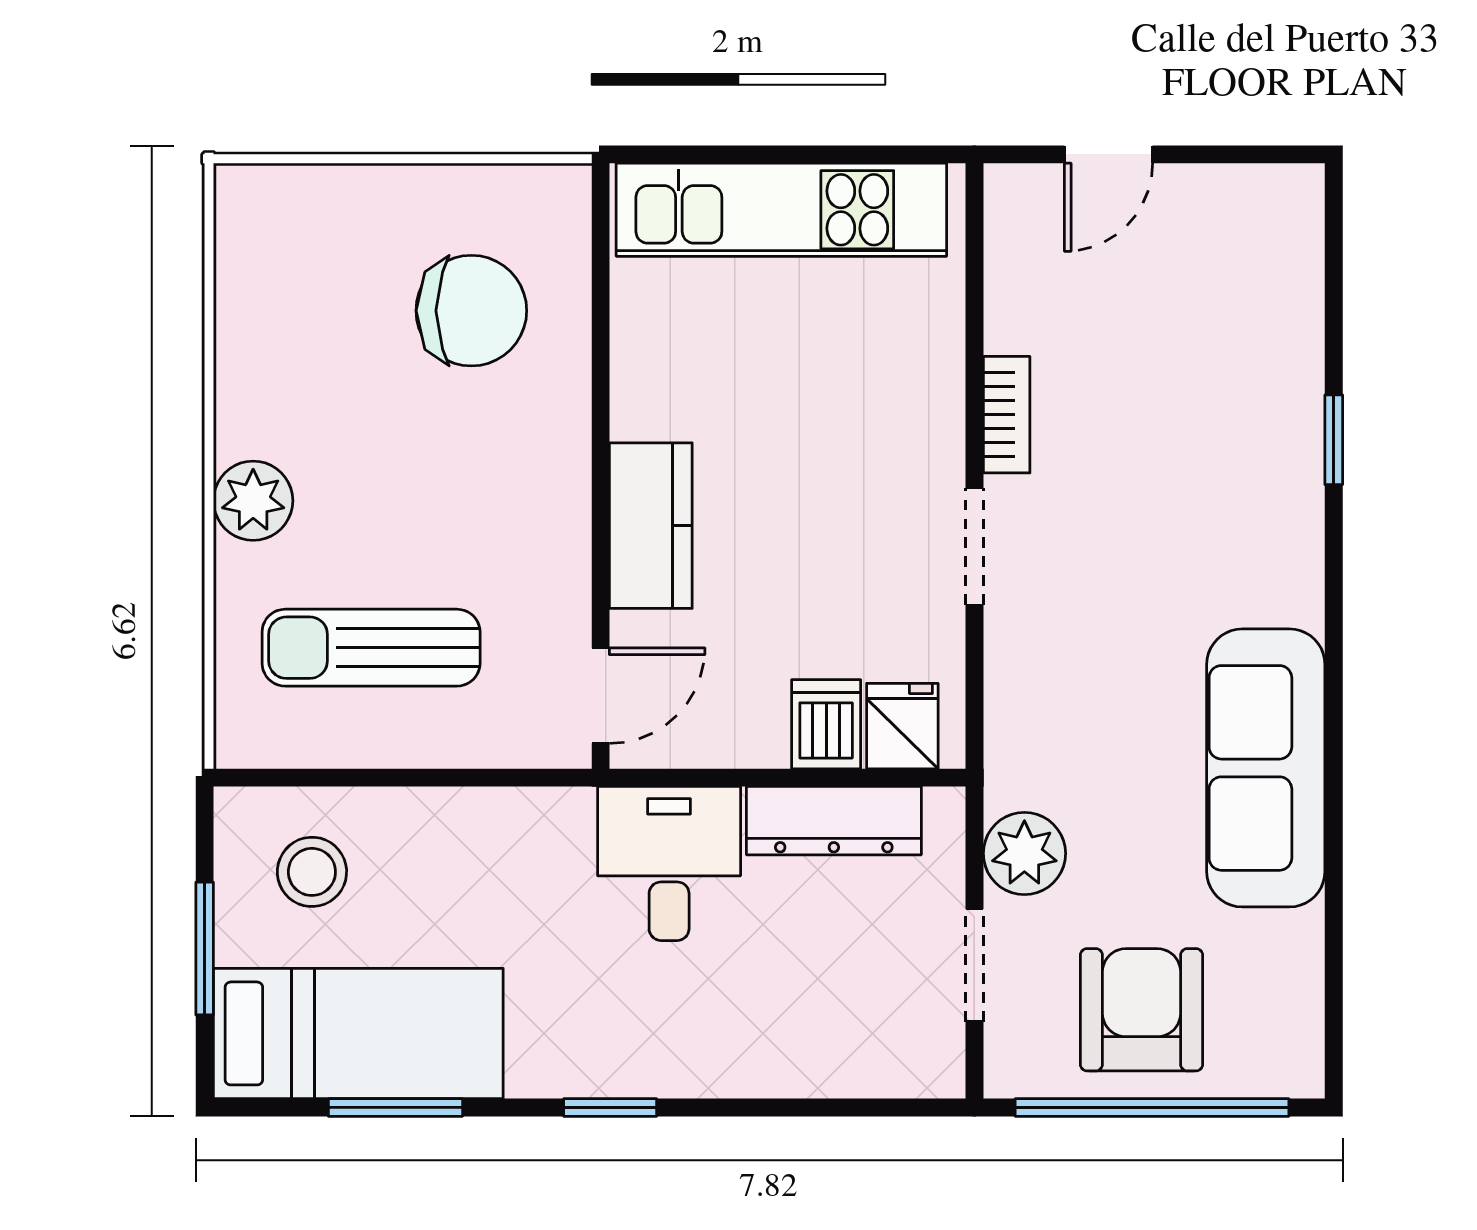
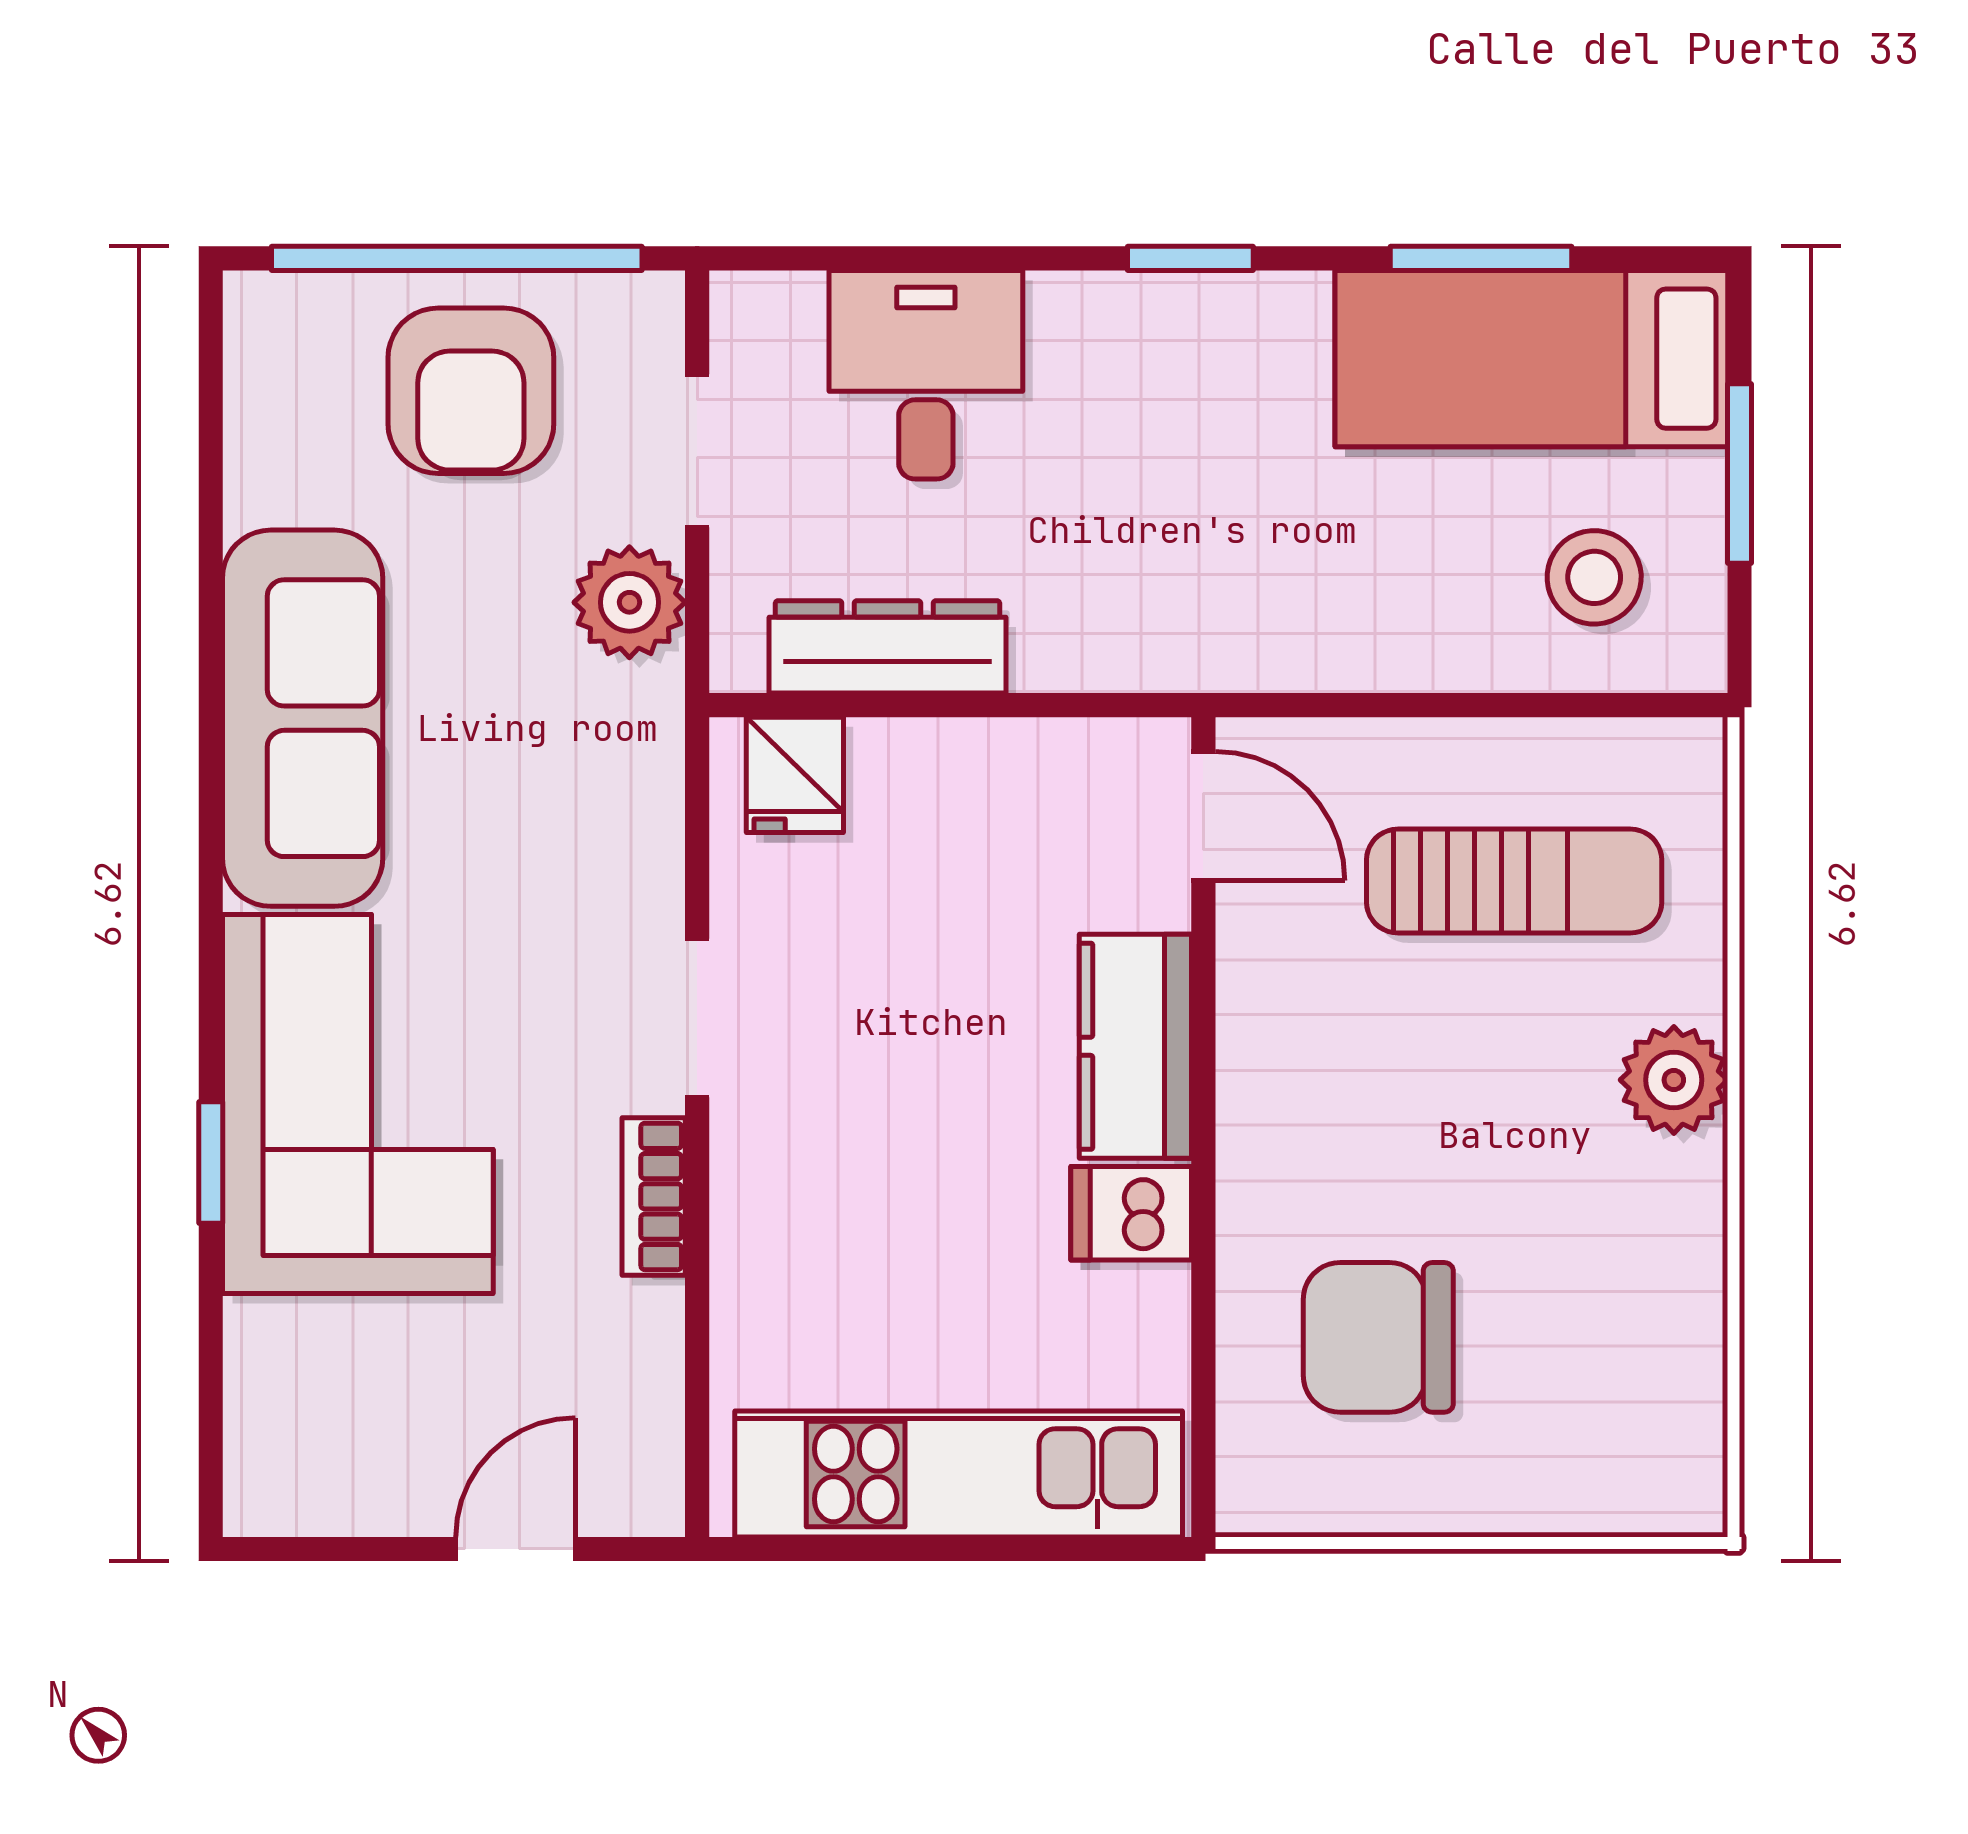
corner sofa: (1225, 483) -> (358, 1104), added
door: (601, 696) -> (1203, 816), swing flipped
dishwasher: (826, 724) -> (1131, 1213), moved, turned 90
desk: (669, 863) -> (926, 375), moved, turned 180

